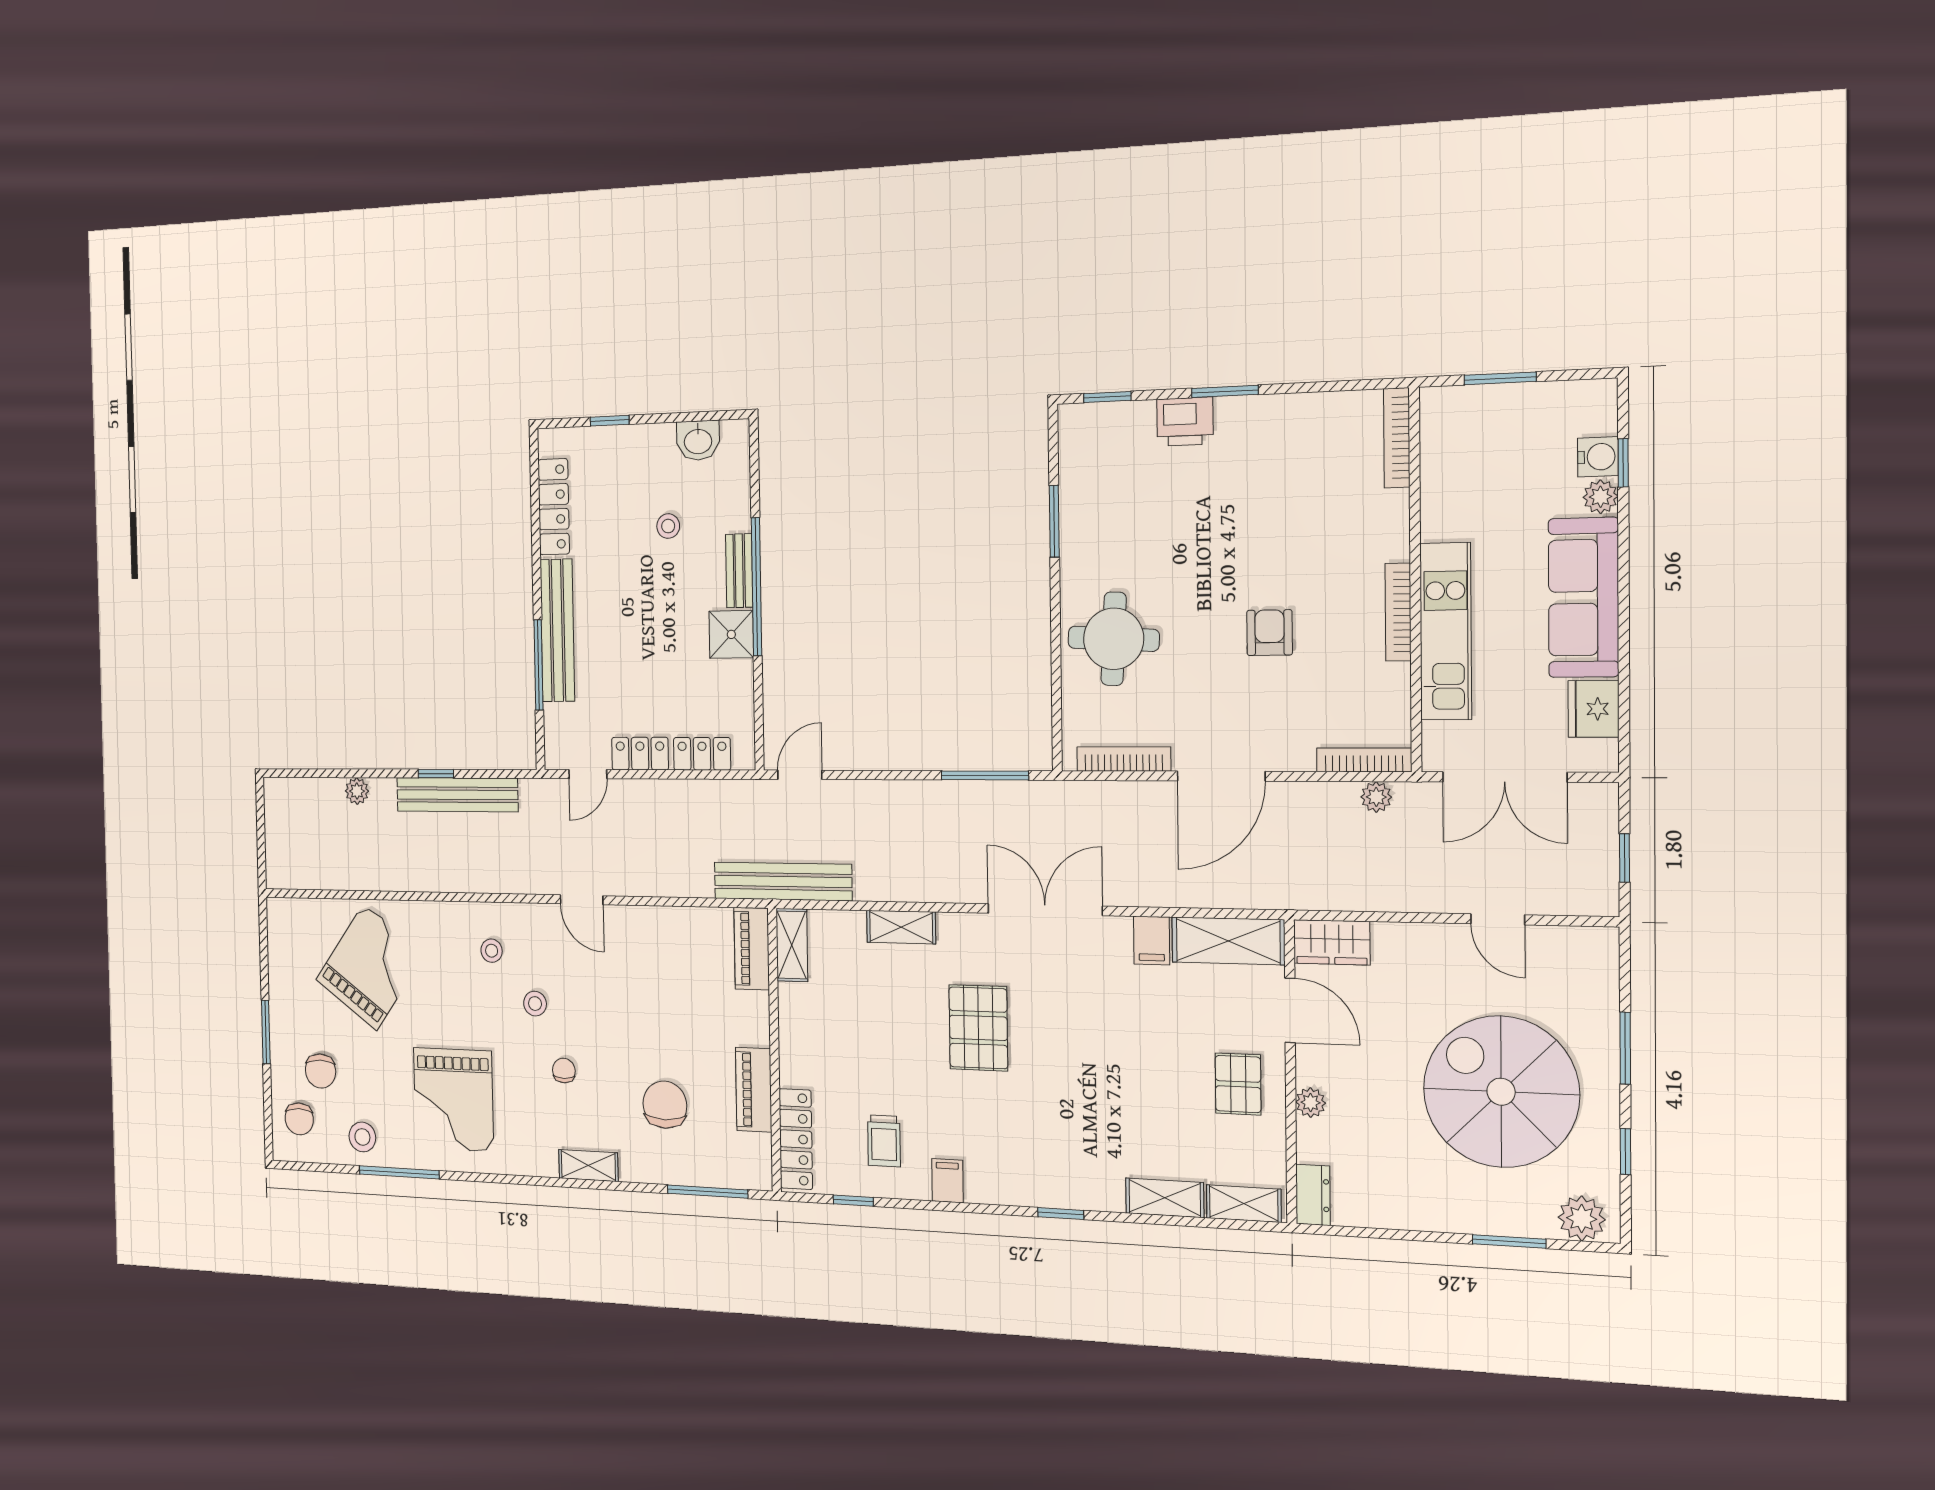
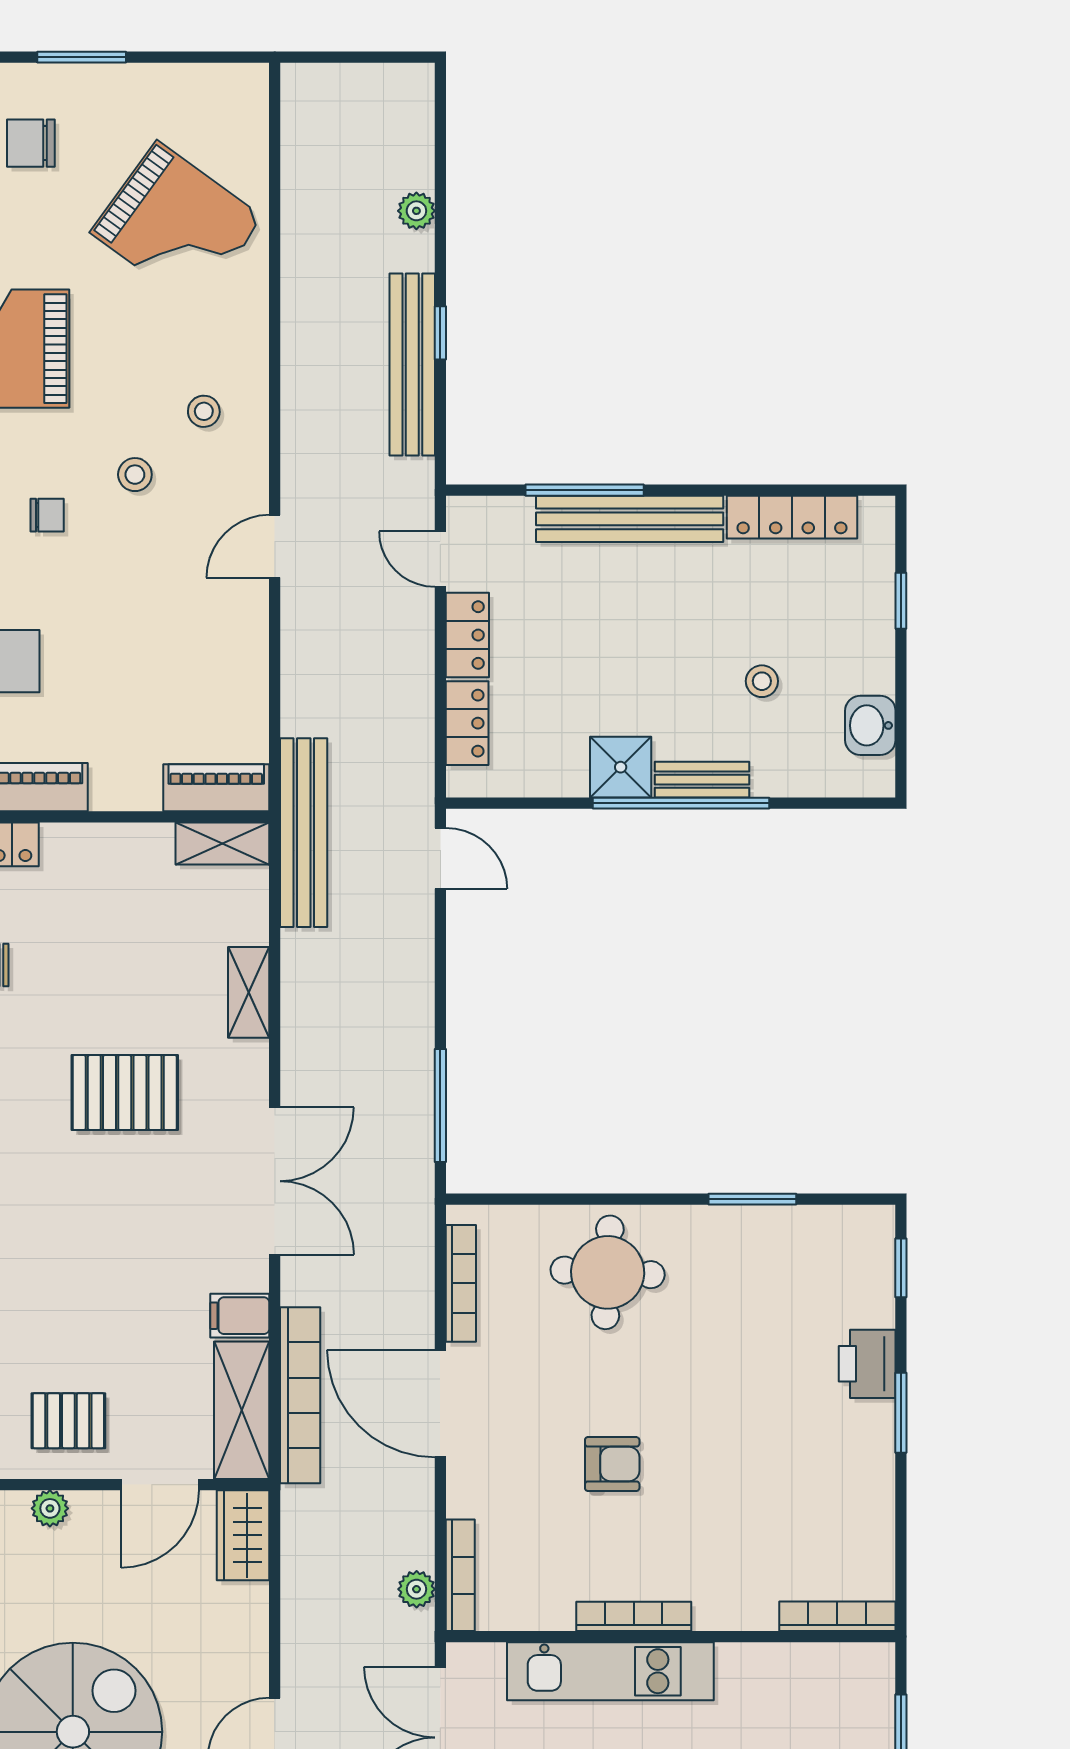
bookcase: (1215, 892) -> (300, 1395), added

